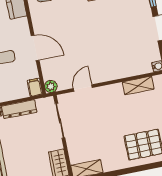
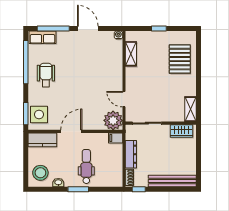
door: (35, 48) -> (71, 131), moved
plant: (51, 86) -> (113, 120), width x1.87, depth x1.87

